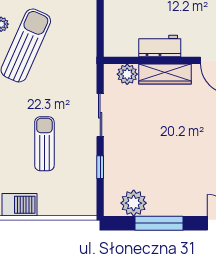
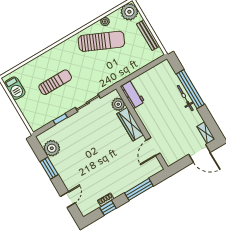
workbench: (160, 46) -> (133, 94), moved
window: (159, 223) -> (49, 168), width x0.69

